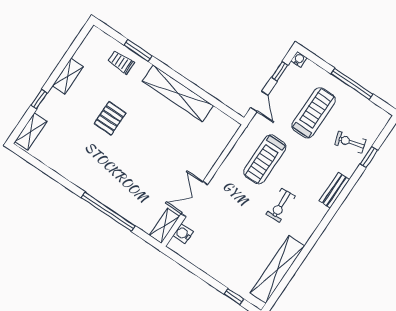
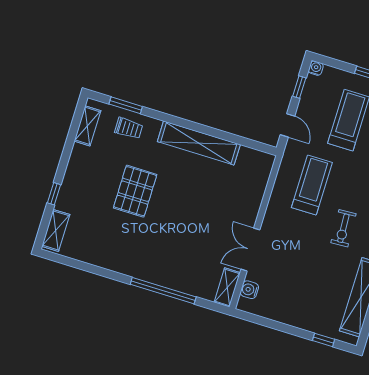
window: (138, 50) -> (126, 105), moved
trolley: (121, 62) -> (129, 128), turned 180
shelving: (68, 76) -> (87, 126), moved
pallet: (110, 118) -> (135, 191), width x1.50, depth x1.42
treadmill: (265, 159) -> (312, 185), turned 180

